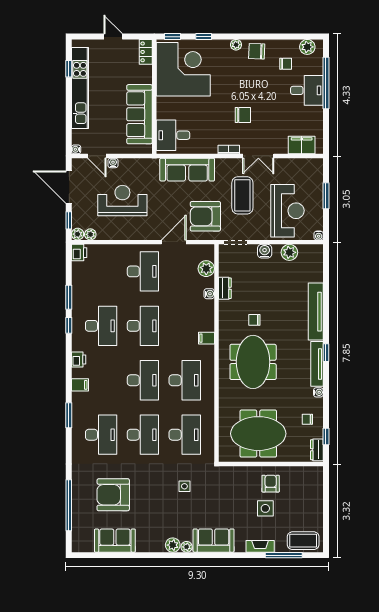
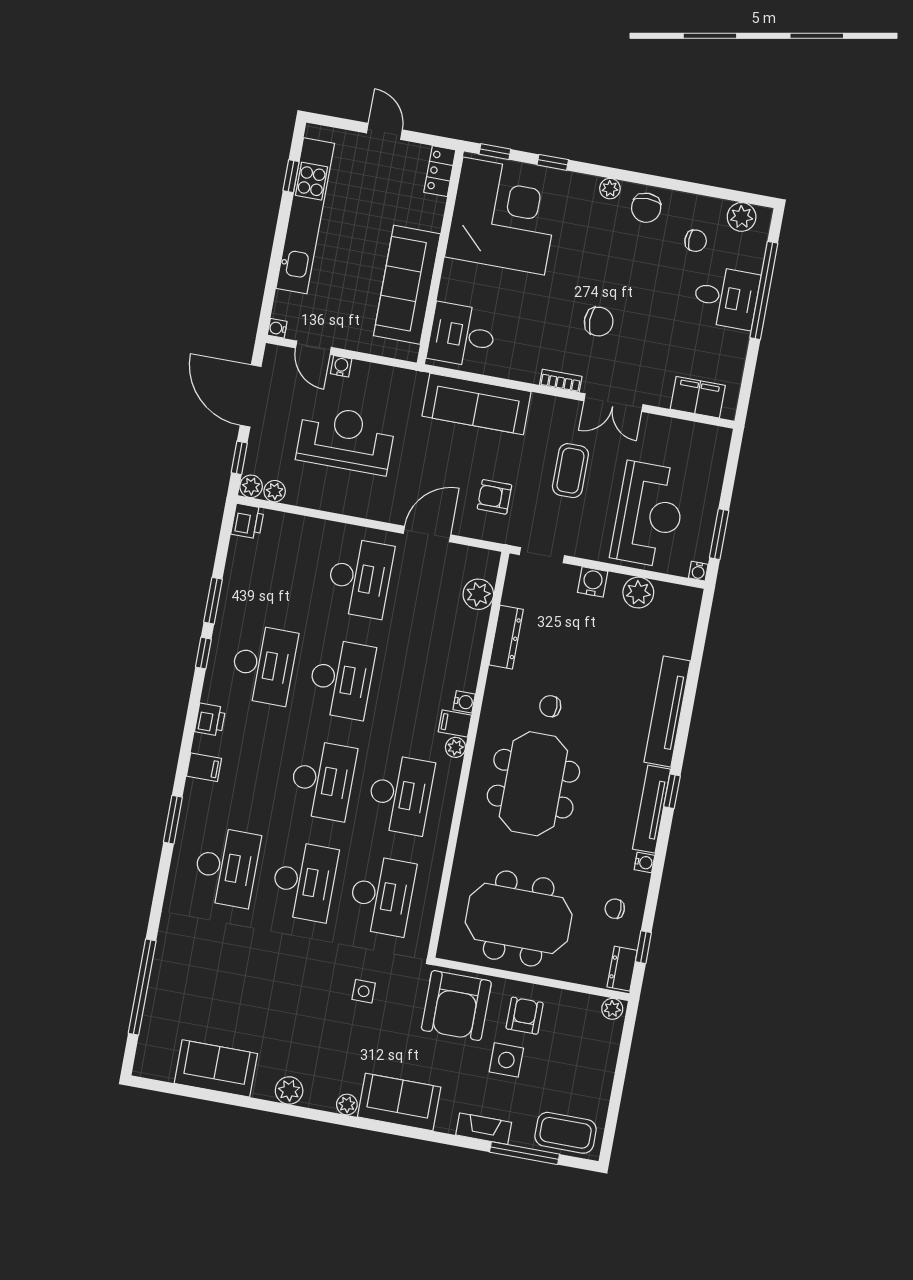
chair: (257, 51) -> (646, 208), turned -92
coffee table: (242, 195) -> (570, 471), width x0.73, depth x0.76
window: (326, 196) -> (719, 534), moved
armchair: (205, 216) -> (494, 497), width x0.53, depth x0.53
dresser: (225, 288) -> (506, 637), width x1.44
water cooler: (209, 294) -> (464, 702), moved
plant: (209, 350) -> (455, 747), added
plant: (316, 472) -> (612, 1009), added
armchair: (113, 495) -> (456, 1006), moved, turned -90
plant: (173, 545) -> (289, 1090), moved

